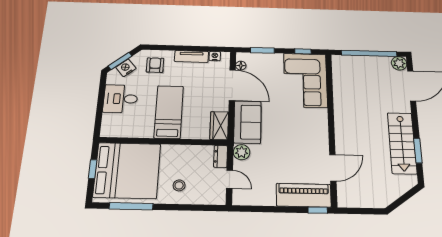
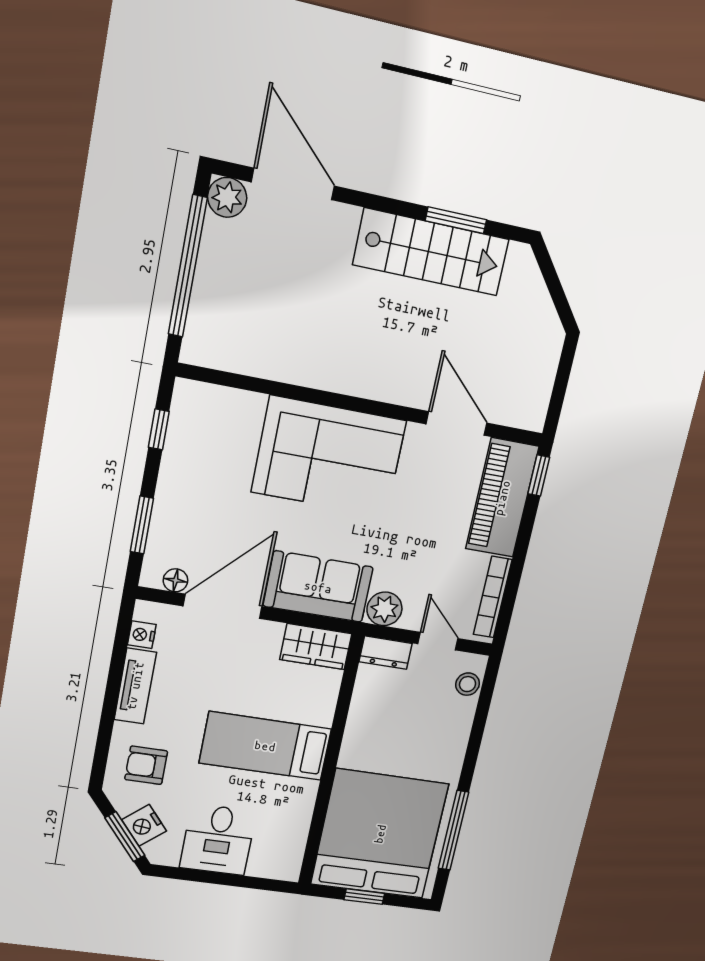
corner sofa: (305, 80) -> (329, 456), moved
door: (230, 179) -> (438, 641), hinge flipped
stool: (179, 185) -> (468, 684), moved
bookcase: (255, 201) -> (493, 597), added

